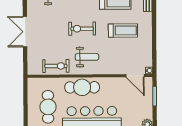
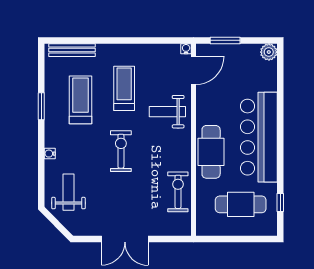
exercise bike: (82, 29) -> (121, 151), turned 180
weight bench: (87, 57) -> (167, 112), moved, turned -90

